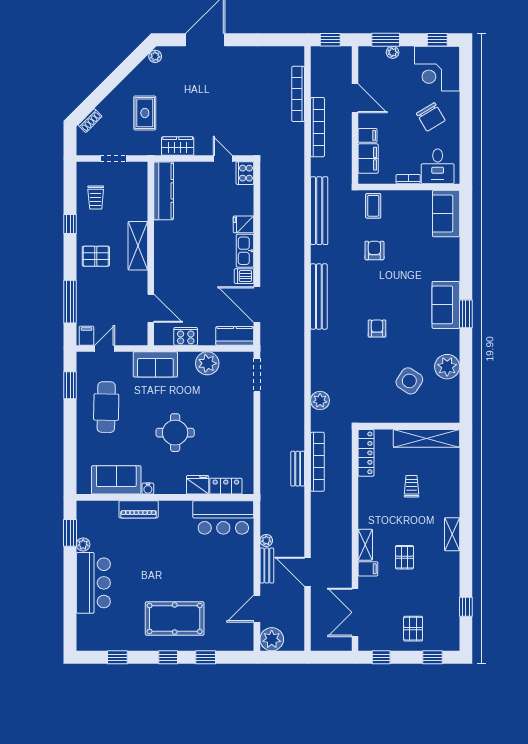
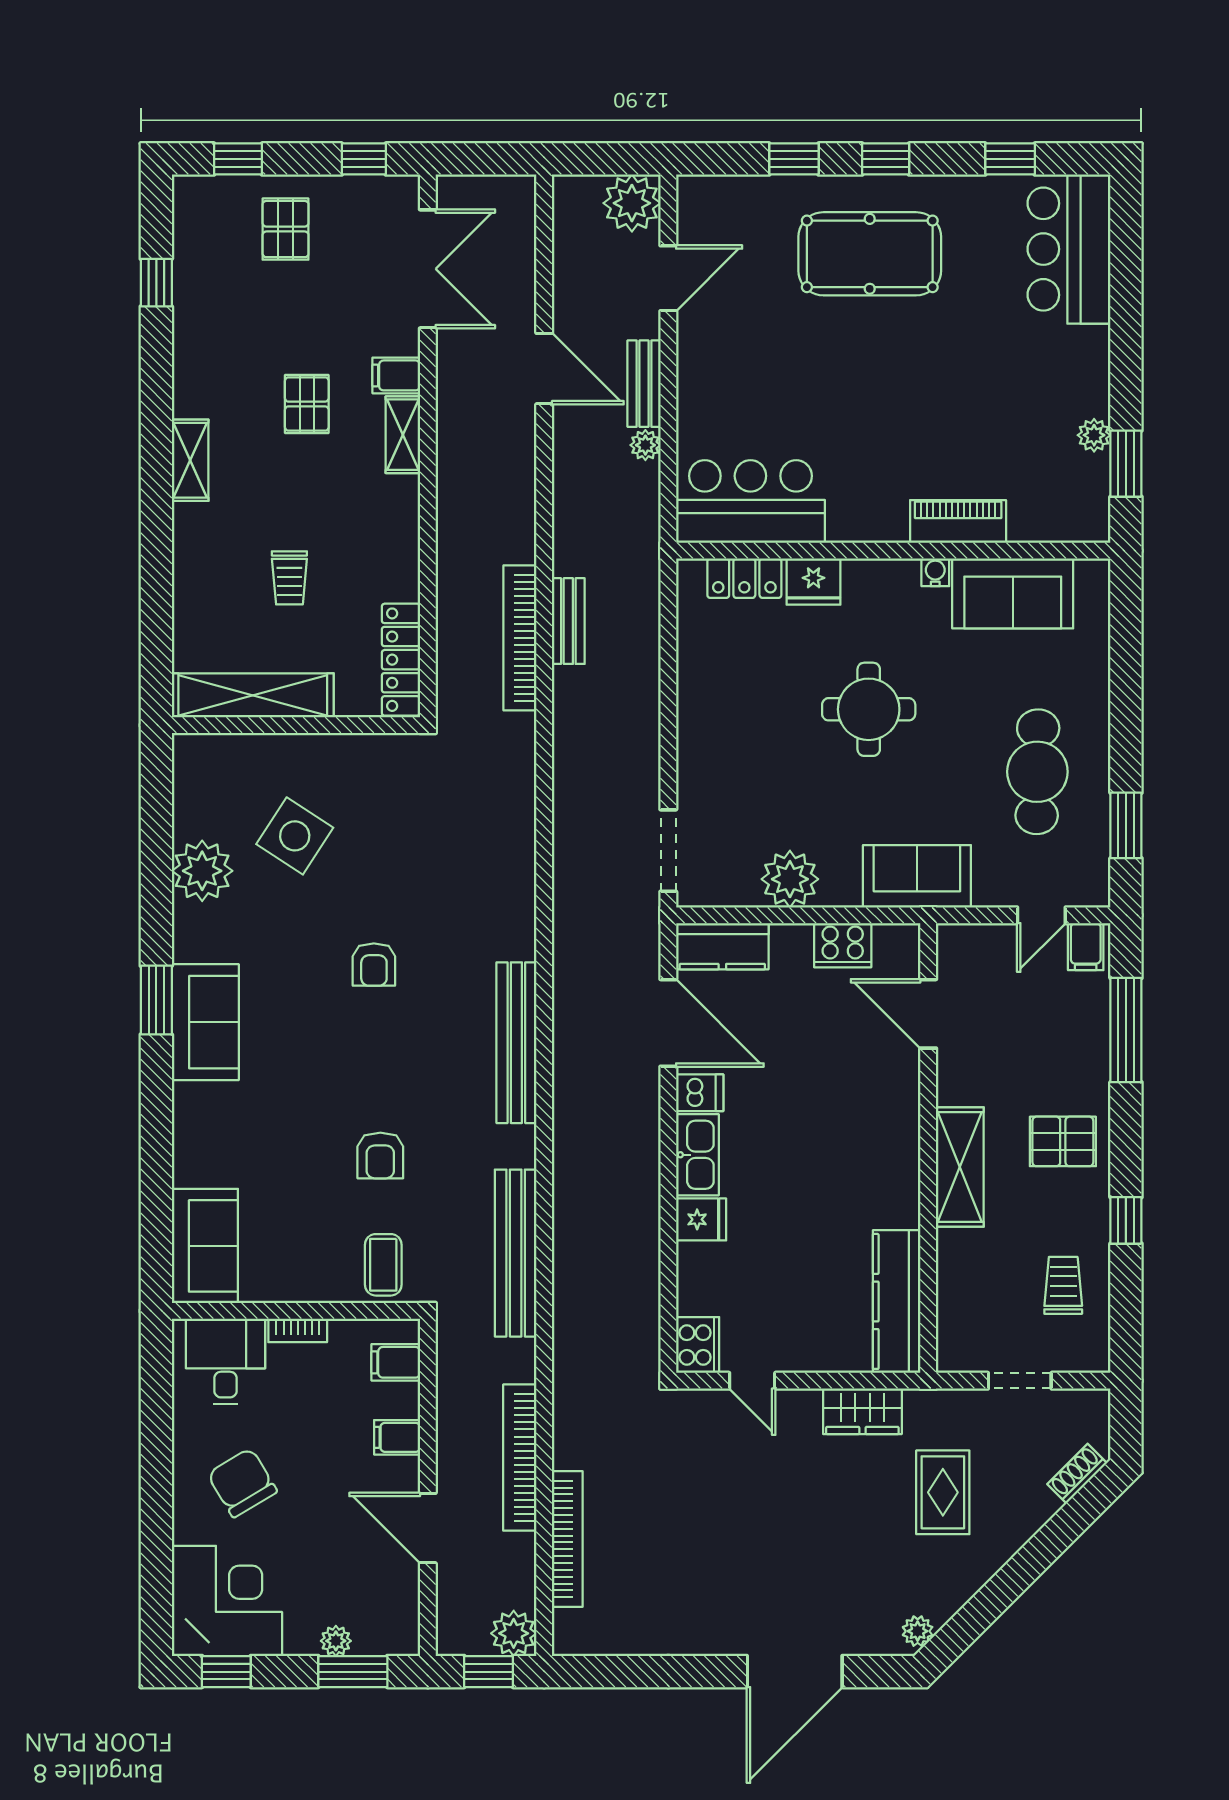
filing cabinet: (368, 159) -> (396, 1362), width x0.50
plant: (320, 400) -> (514, 1633), moved
bar counter: (93, 583) -> (1069, 249), moved

